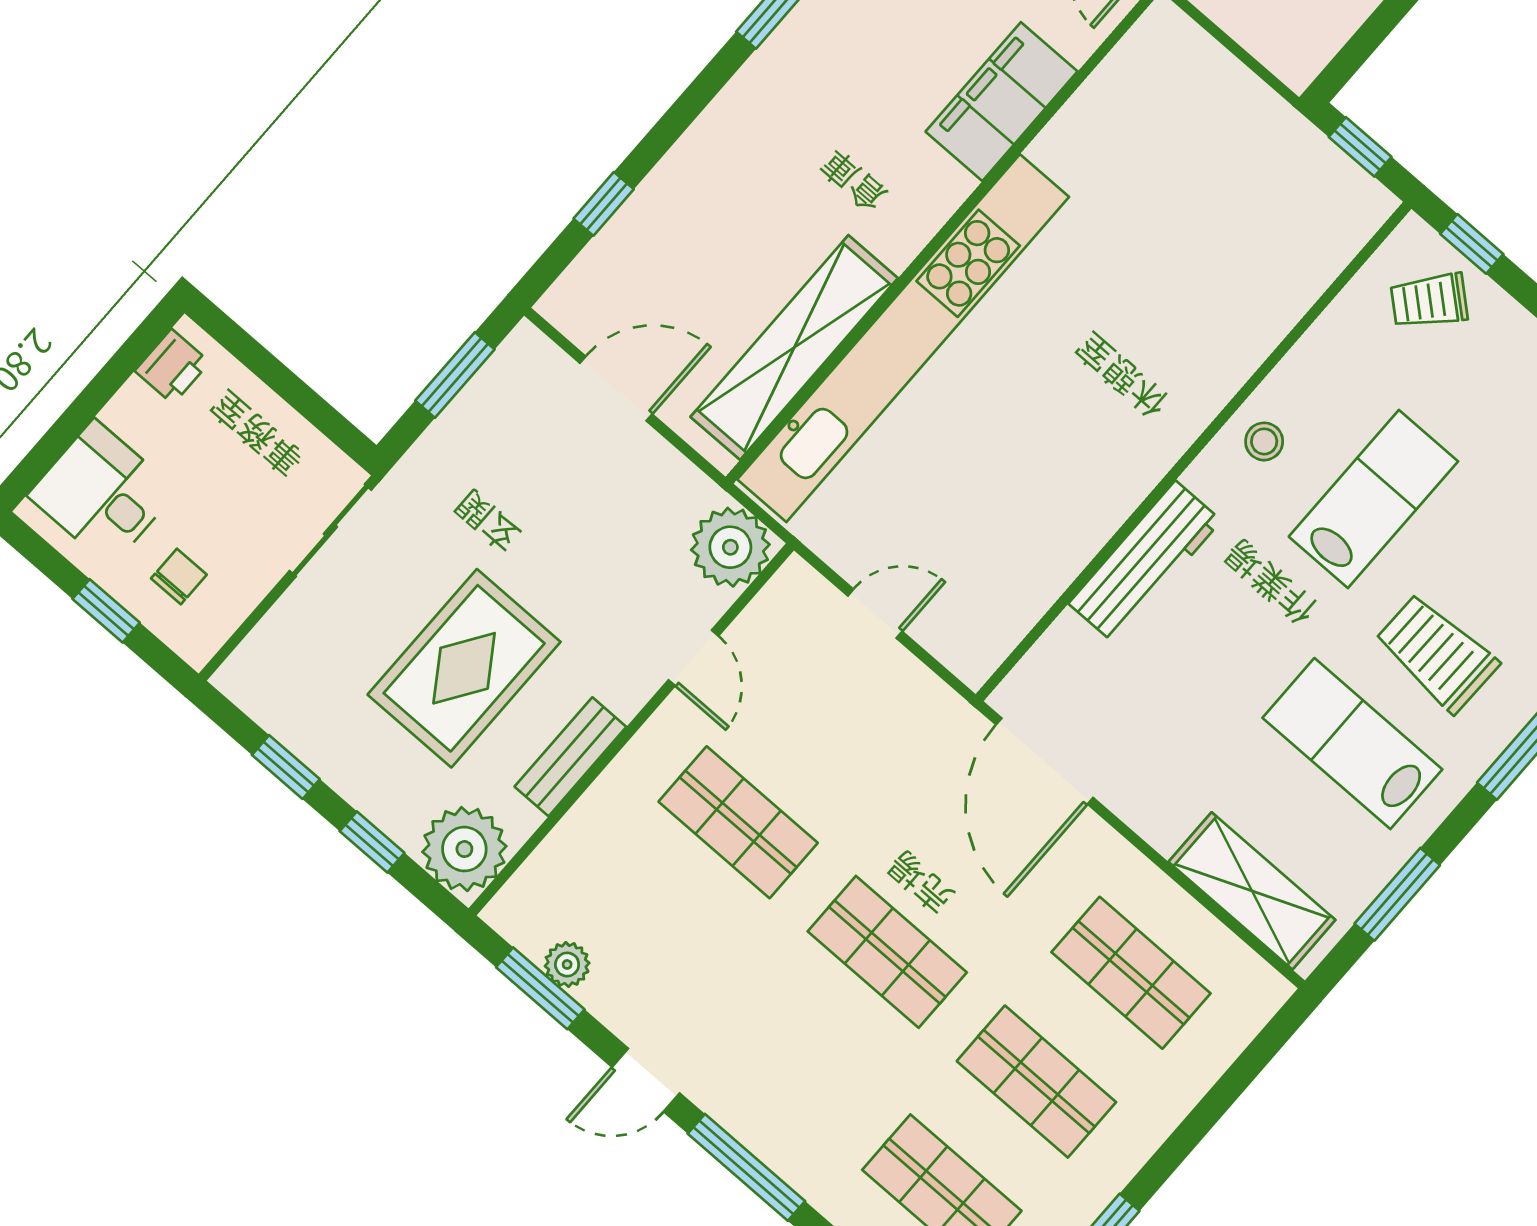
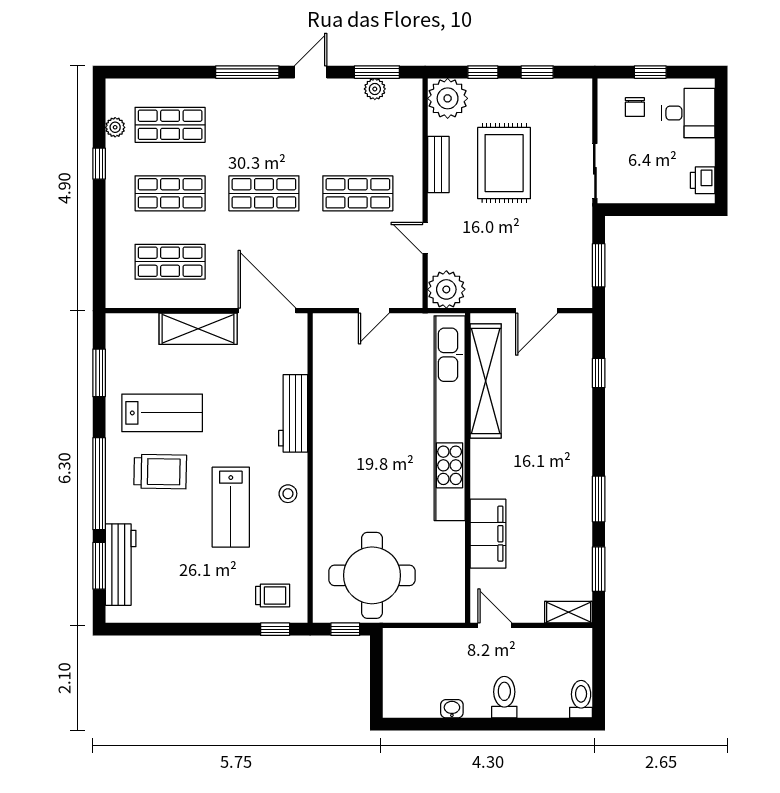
round table: (1243, 196) -> (372, 575), added
trolley: (1429, 301) -> (273, 596), turned 49
shelving: (1252, 891) -> (198, 329), moved

